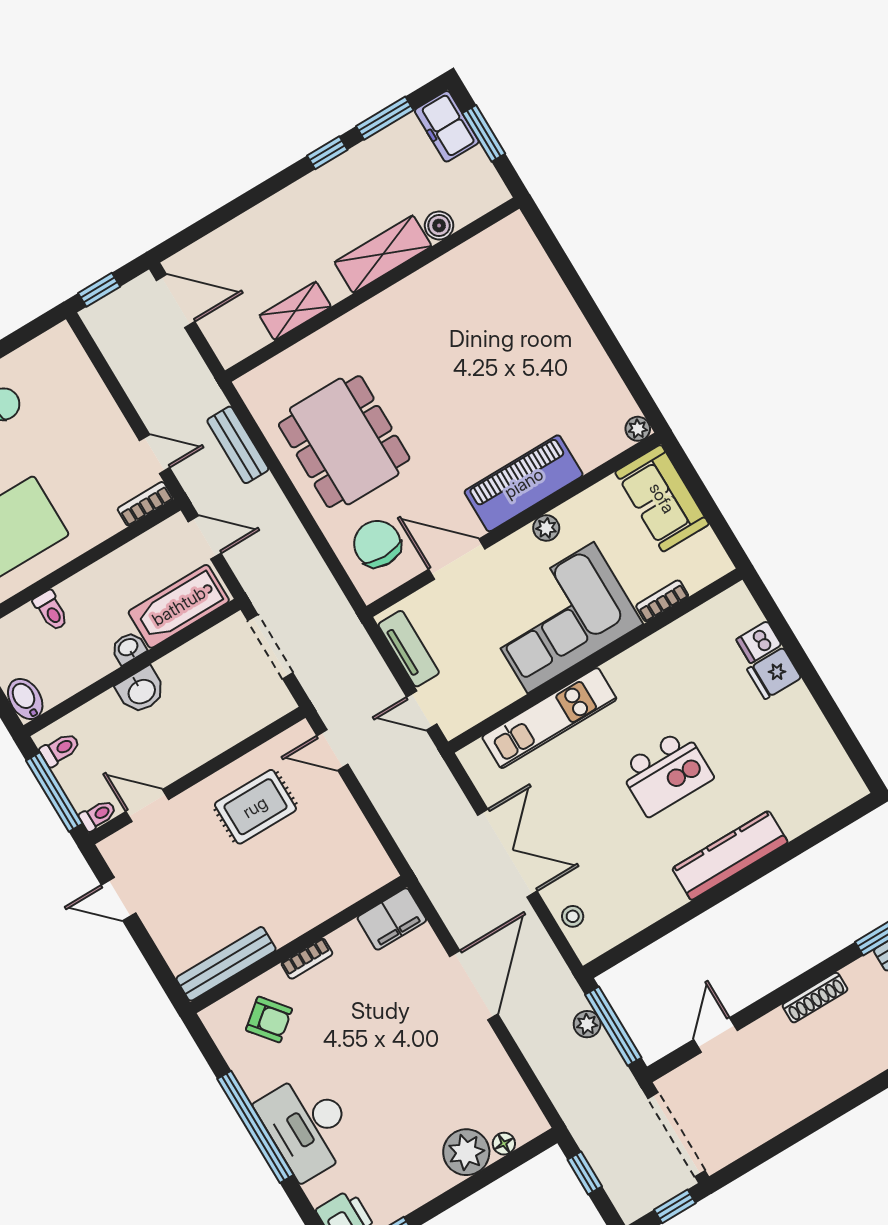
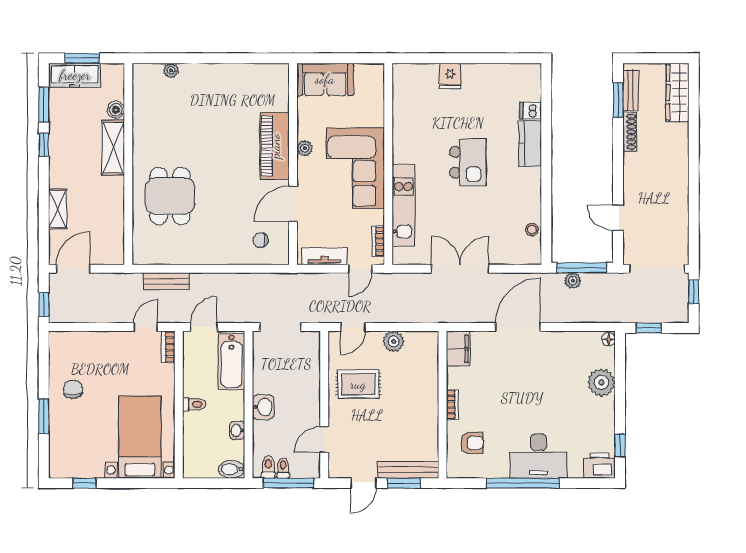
freezer: (447, 126) -> (75, 75), width x1.40
shelving: (295, 311) -> (58, 209), moved
plant: (638, 429) -> (171, 70), moved
dining table: (344, 442) -> (170, 196), moved, width x0.73
chair: (377, 544) -> (261, 240), width x0.54, depth x0.54
bookcase: (662, 601) -> (378, 241), moved
toilet: (51, 611) -> (194, 404), moved
dishwasher: (759, 642) -> (530, 111), moved, turned 90
washbasin: (128, 648) -> (237, 430), moved
rug: (255, 807) -> (358, 384), turned 90
toilet: (98, 815) -> (283, 468), moved
plant: (347, 820) -> (394, 341), added
kitchen counter: (730, 855) -> (530, 144), width x0.67
stool: (573, 916) -> (532, 229), moved
window: (153, 957) -> (404, 483), added
bench: (226, 964) -> (408, 470), moved, turned 90
door: (474, 985) -> (518, 327), hinge flipped
shoe rack: (815, 998) -> (630, 132), moved
armchair: (269, 1019) -> (472, 443), turned 39
floor lamp: (504, 1144) -> (609, 339), moved

